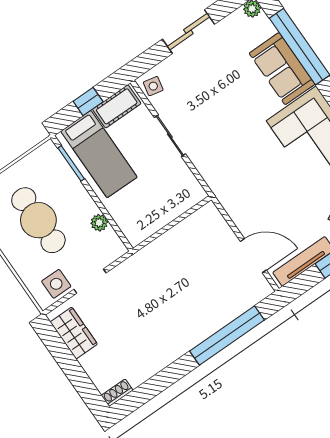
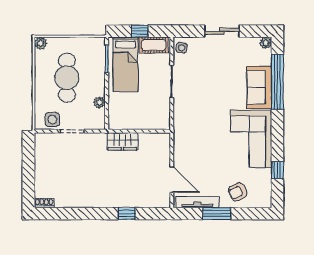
wardrobe: (74, 333) -> (122, 141), moved, turned 90
window: (227, 336) -> (127, 214), width x0.32

